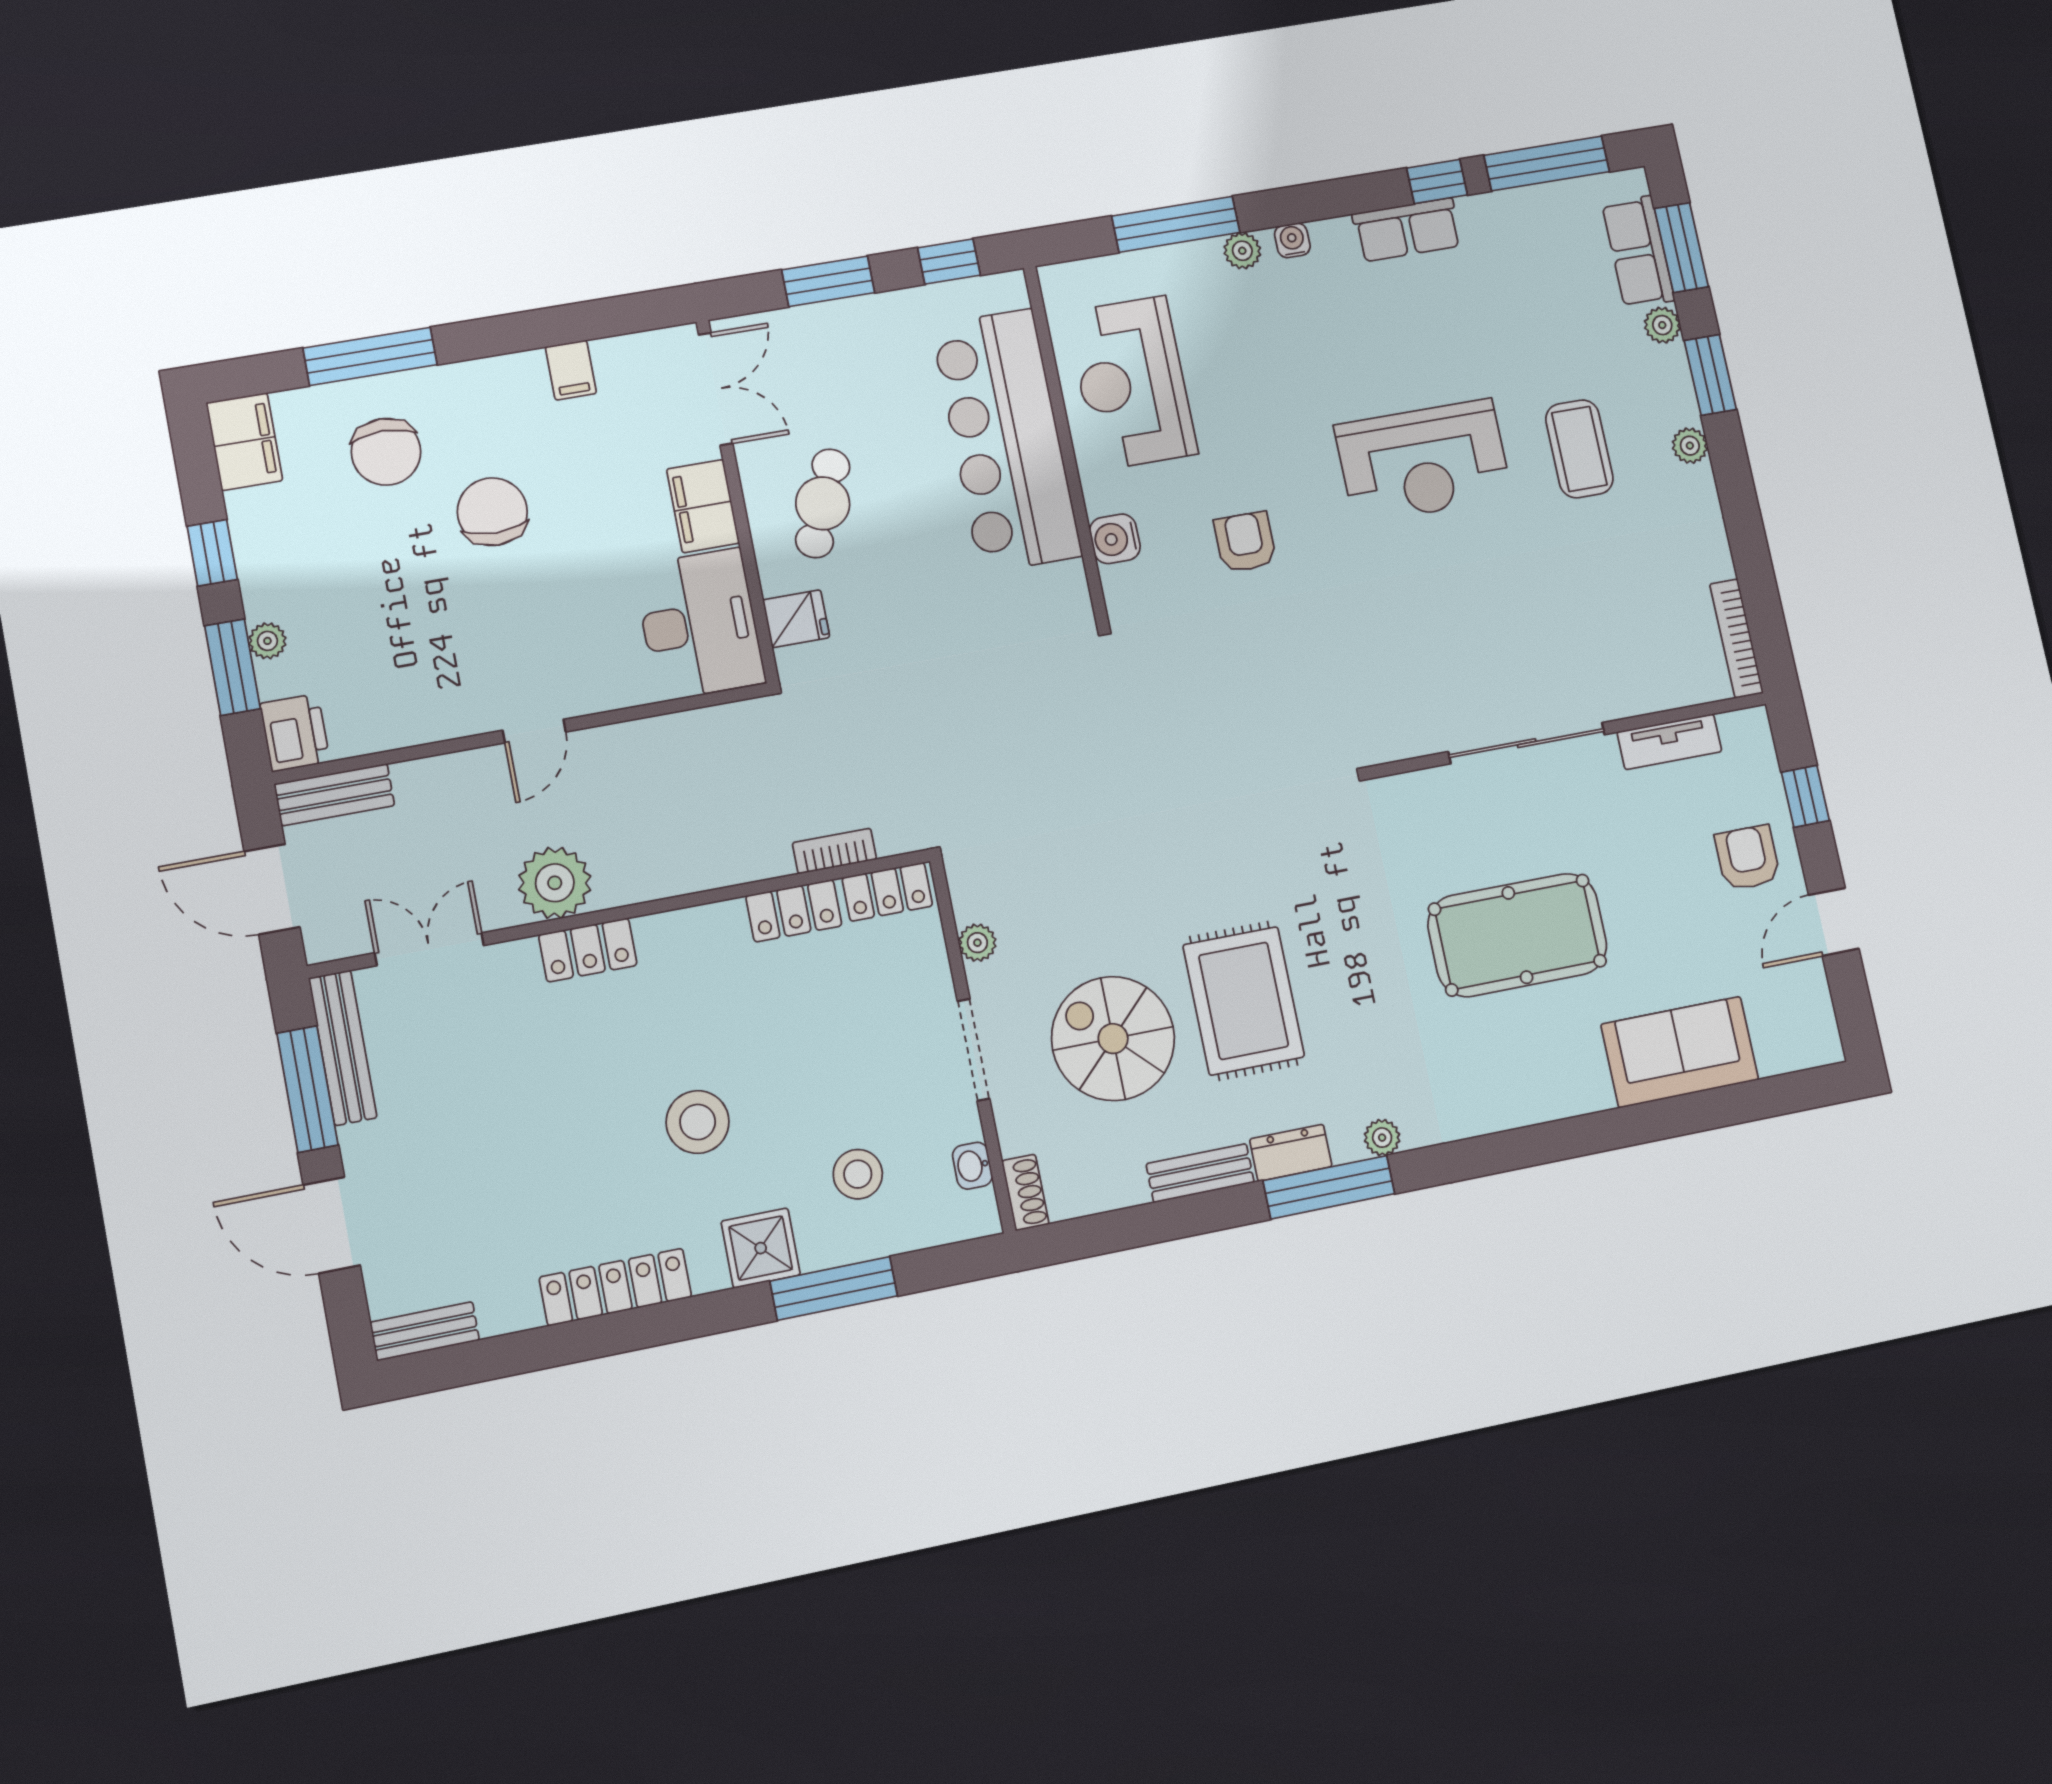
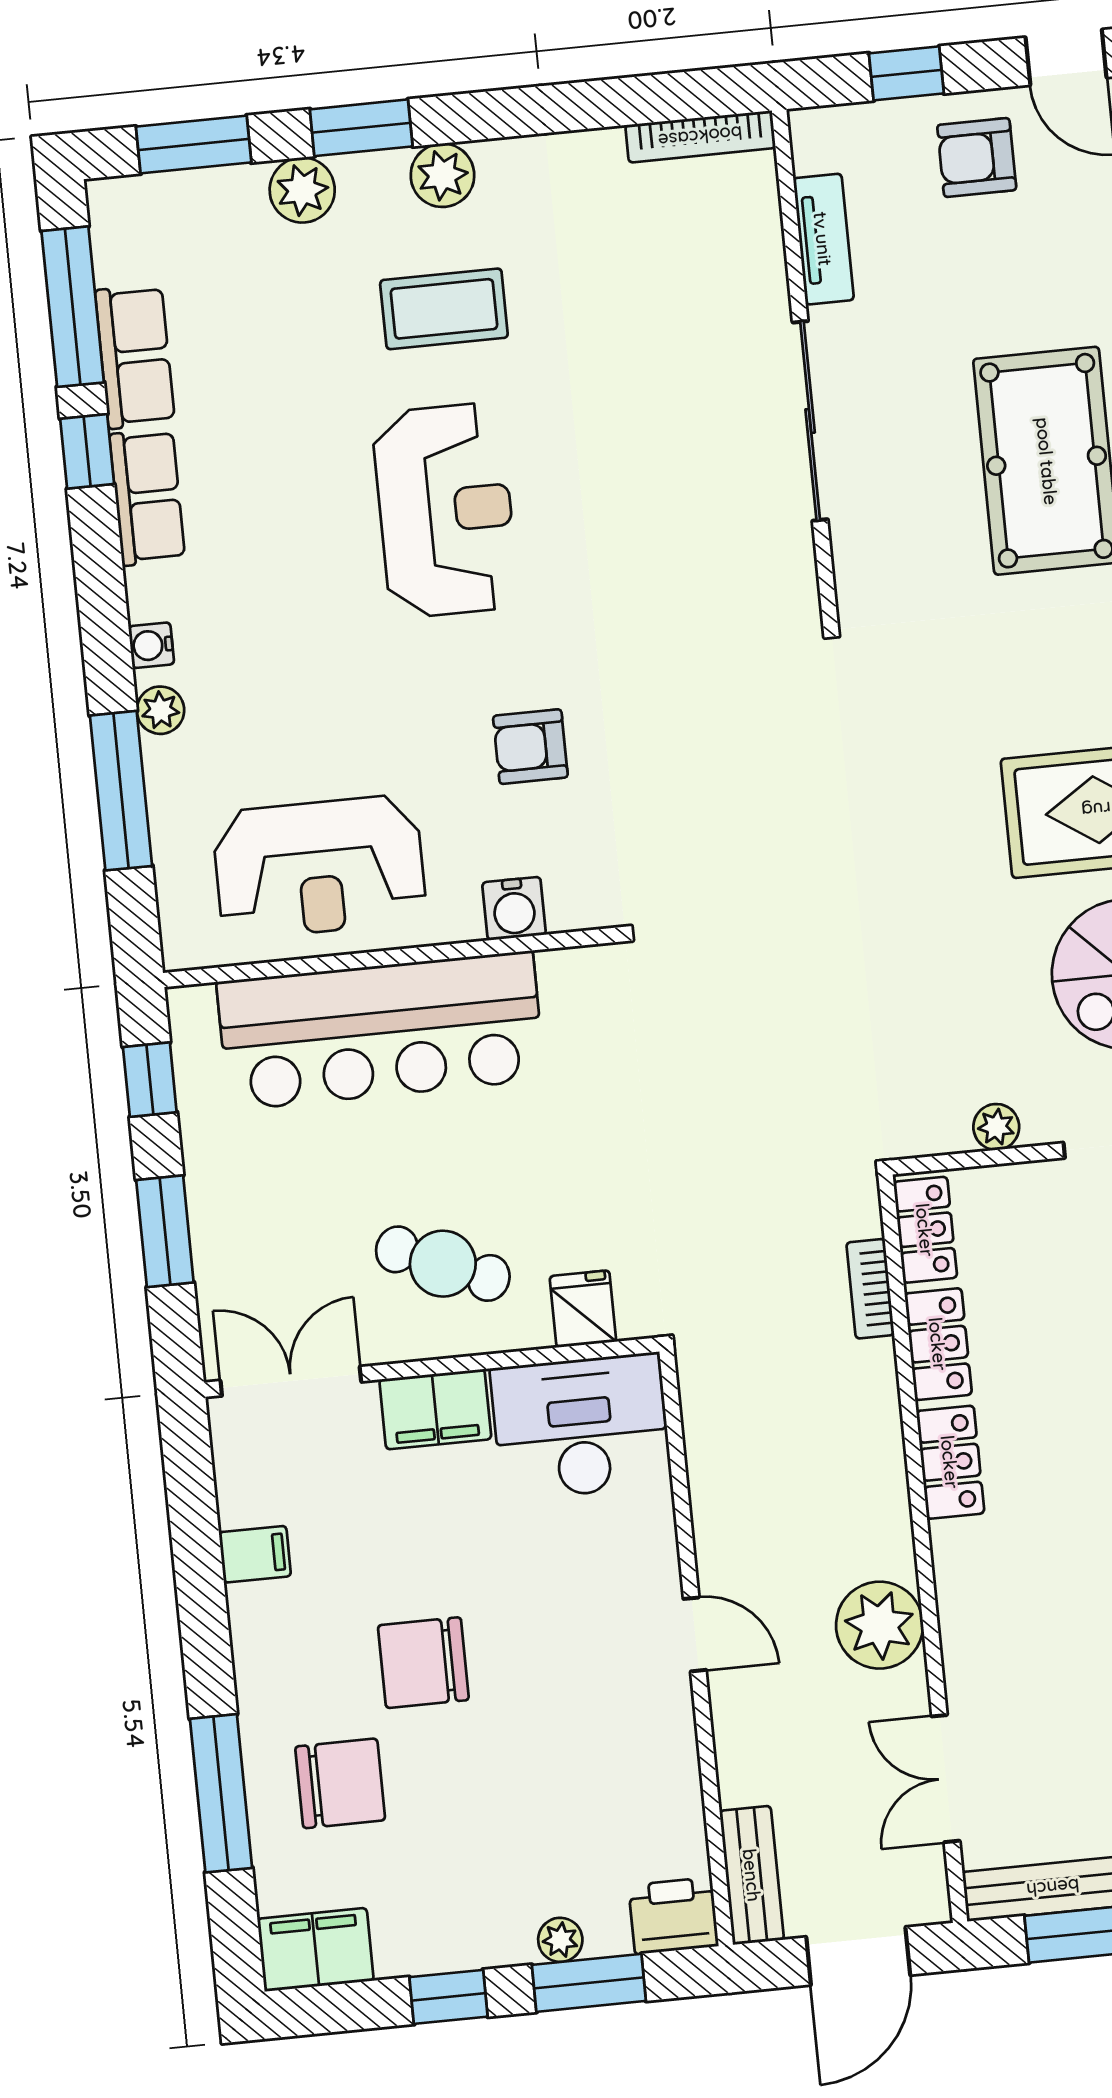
row of seats: (1638, 252) -> (135, 356), moved, turned -90
plant: (1662, 325) -> (302, 190), width x1.38, depth x1.38
plant: (1690, 446) -> (442, 175), width x1.38, depth x1.38
locker: (588, 950) -> (950, 1462), moved

